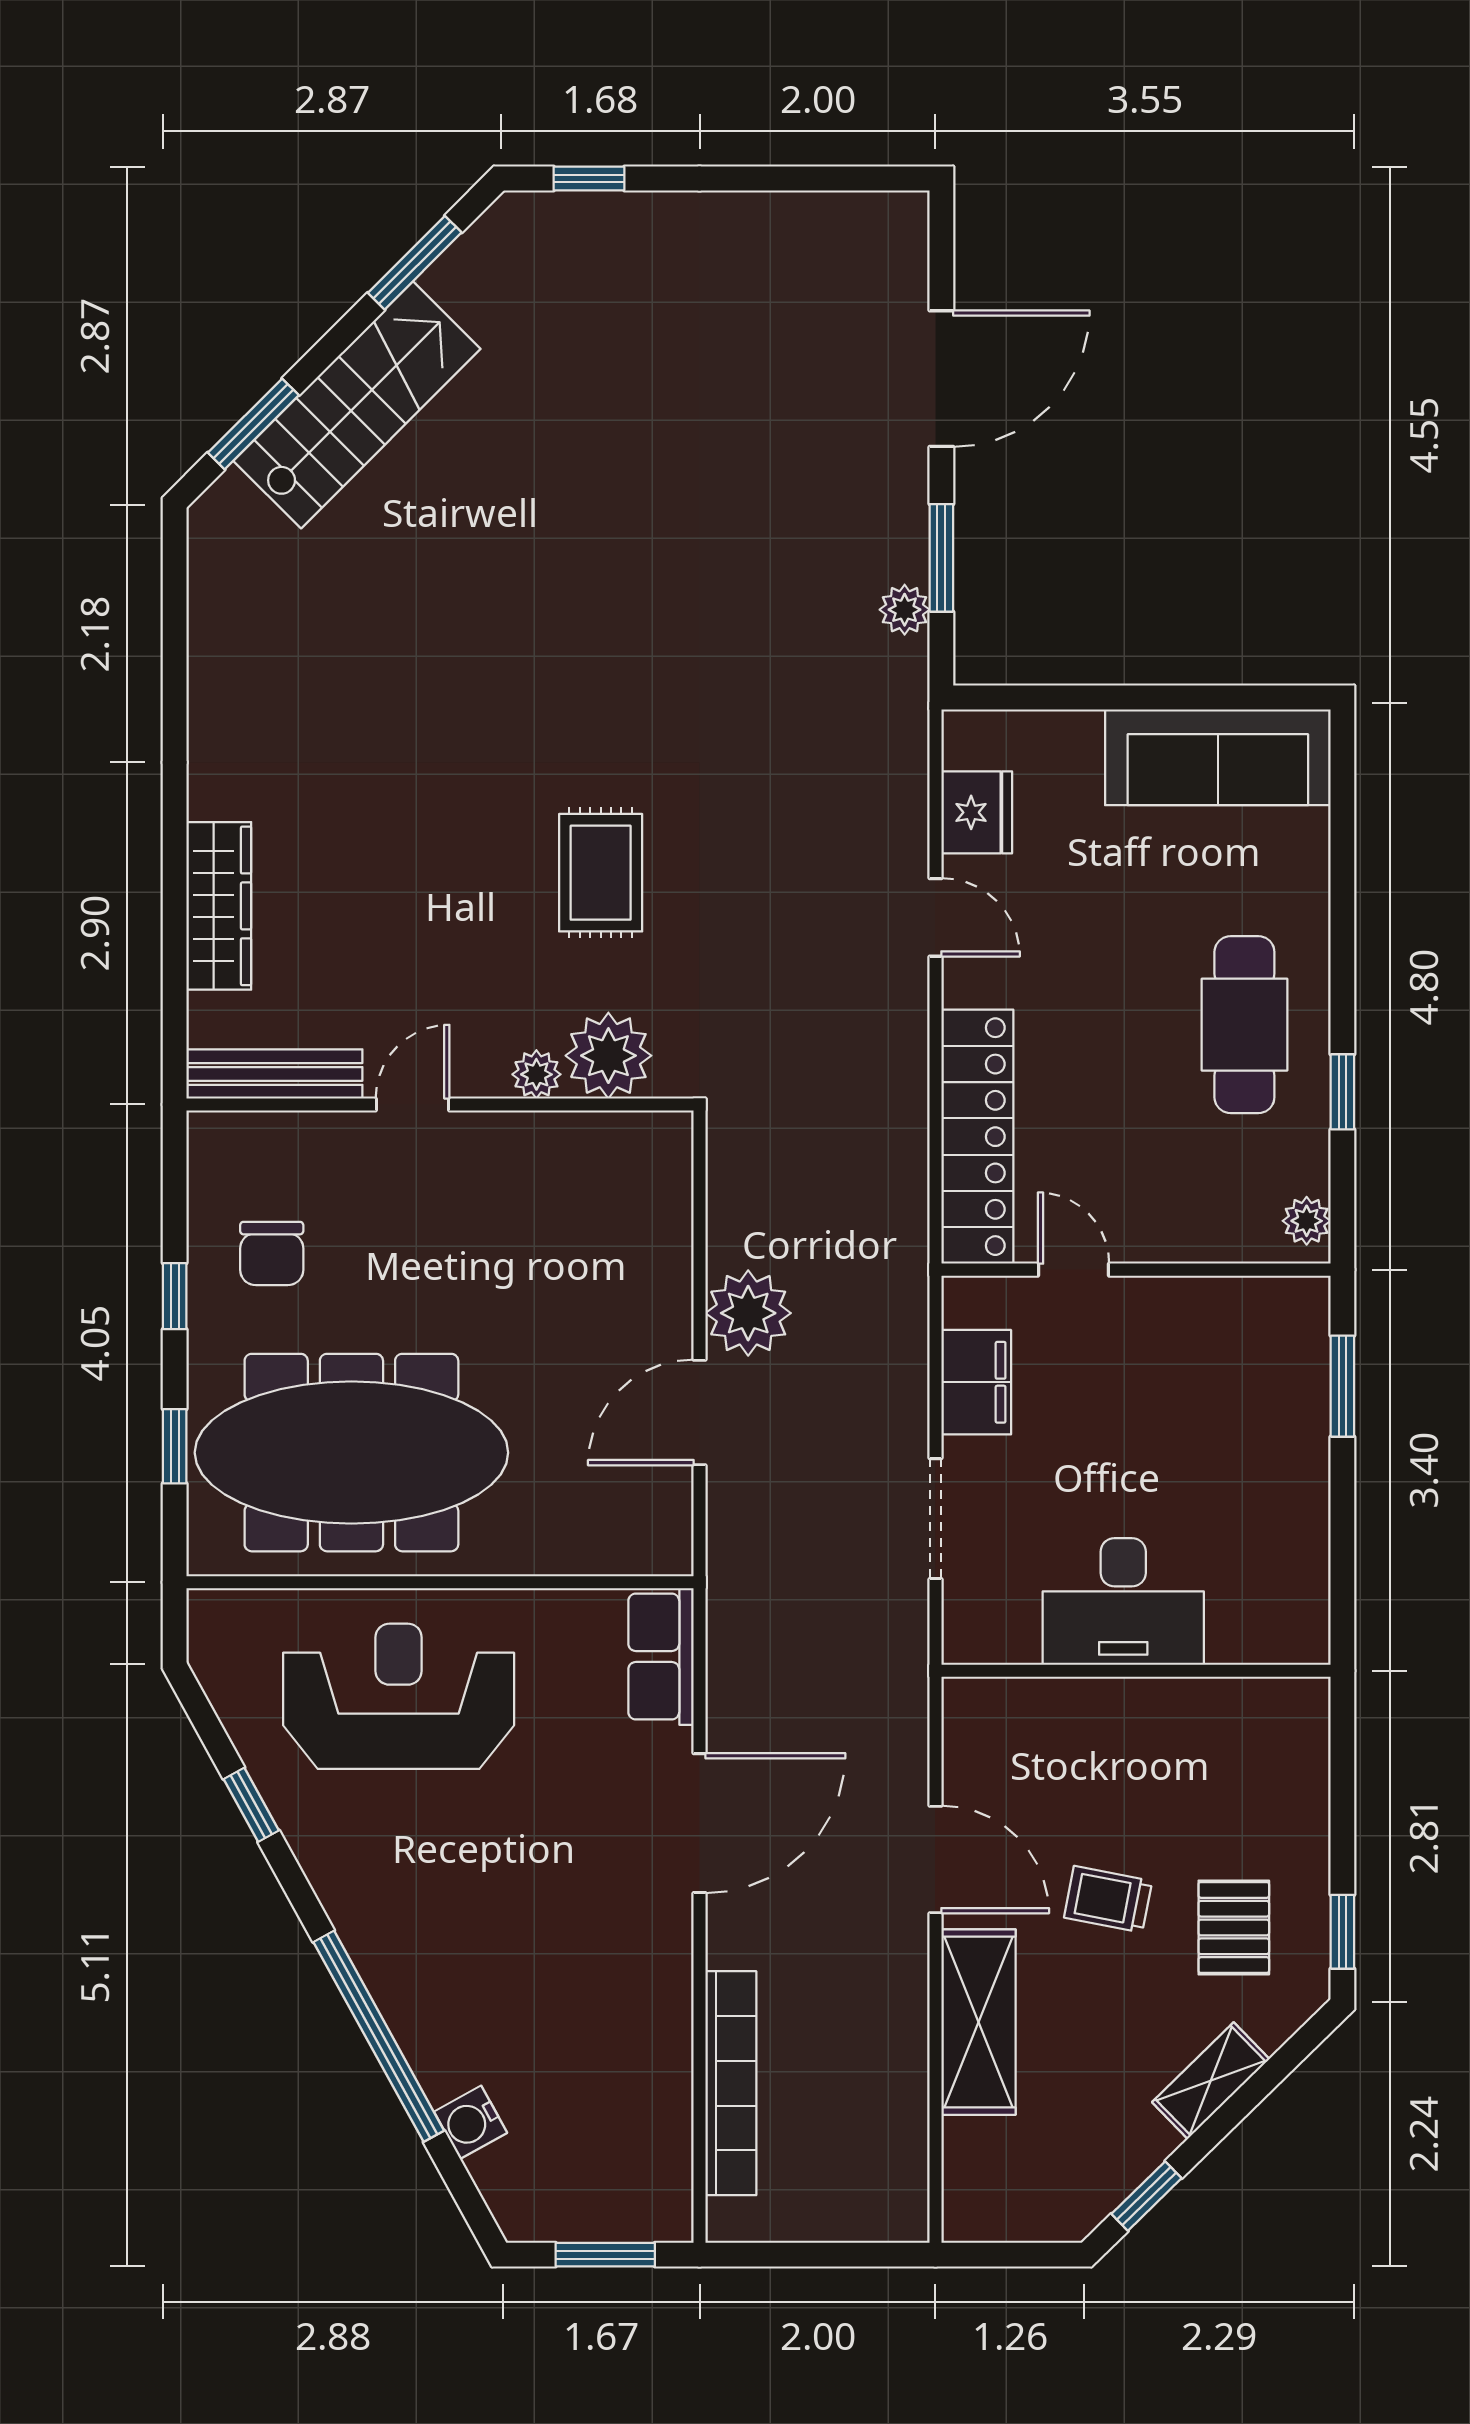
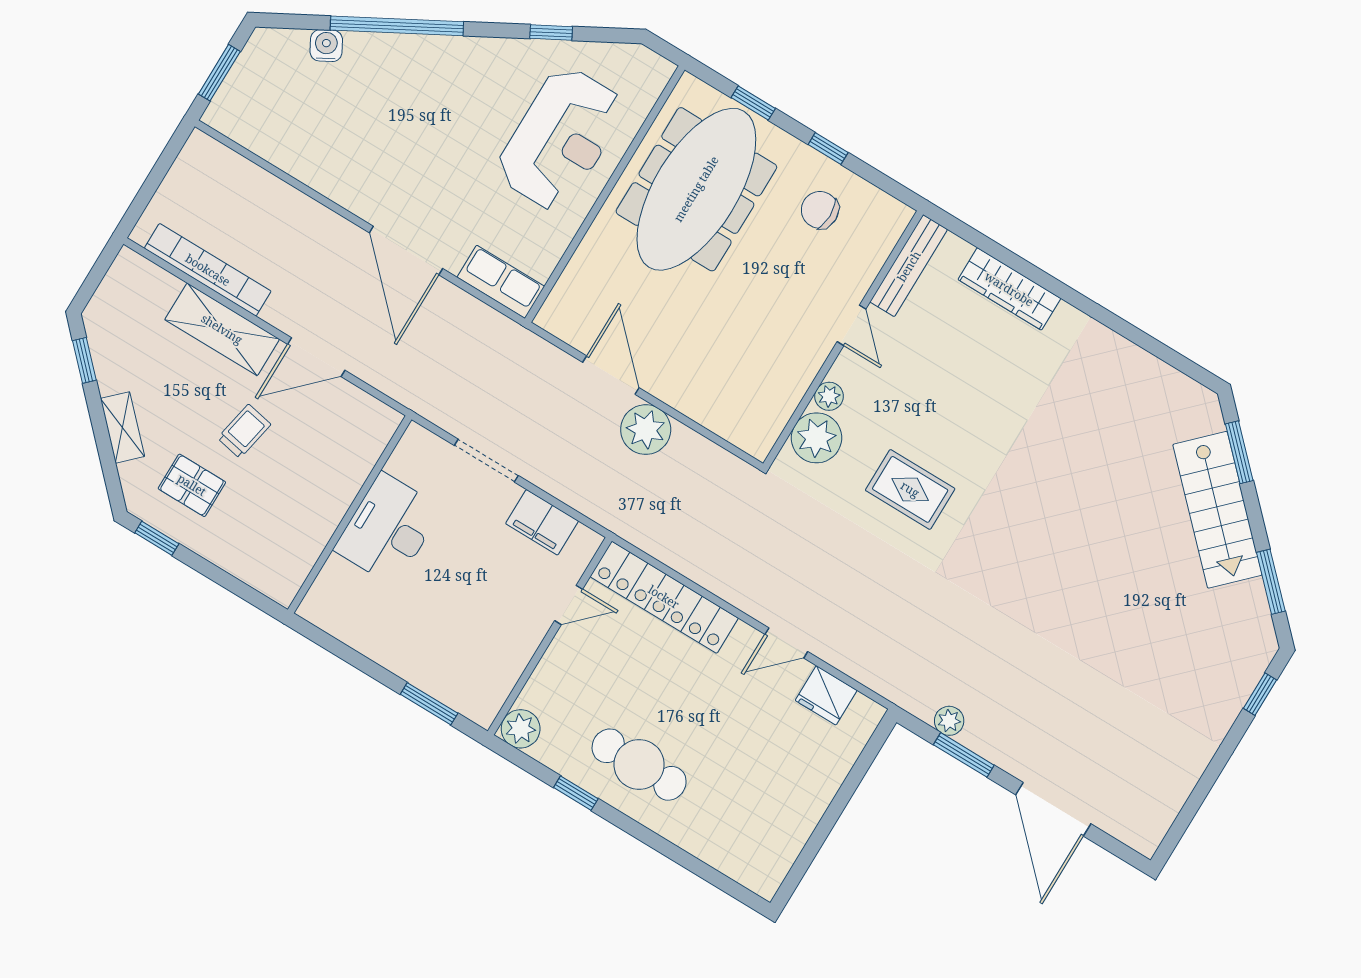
sofa: (1218, 757) -> (780, 832), removed
plant: (1307, 1221) -> (521, 729), width x1.38, depth x1.38
bookcase: (731, 2083) -> (208, 270), moved, turned 180

